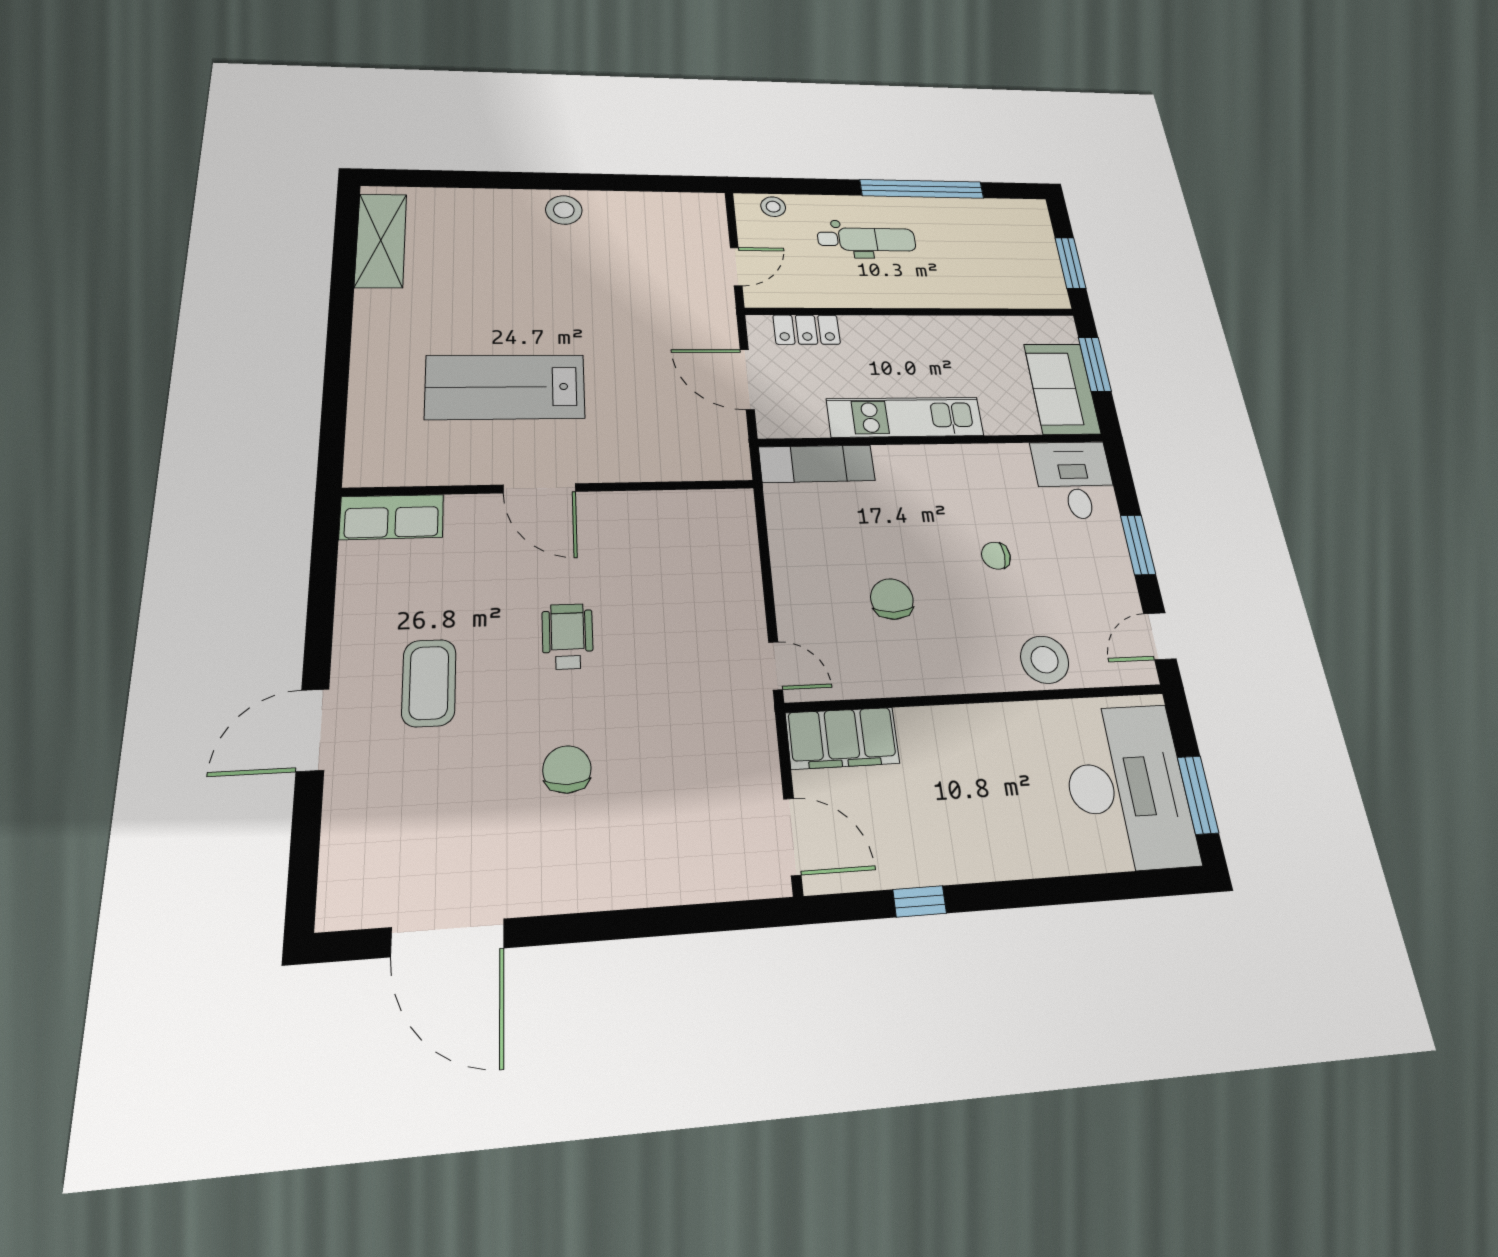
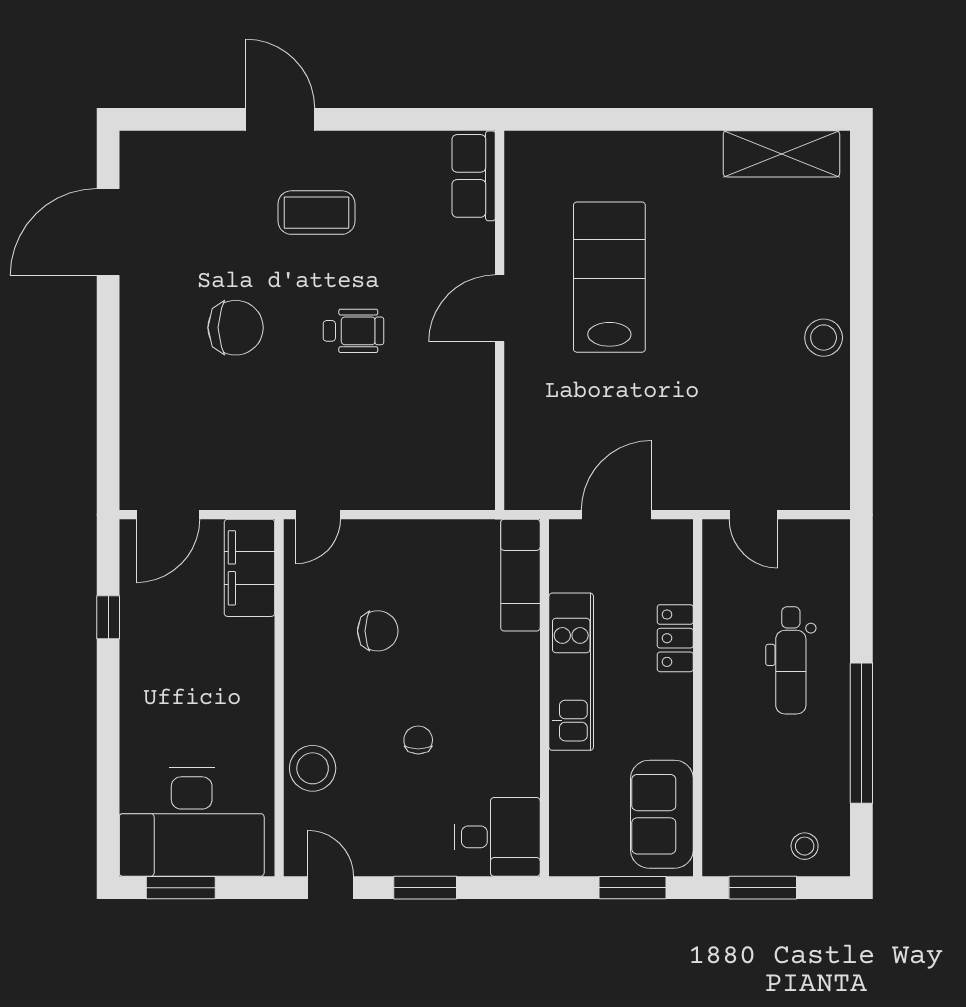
stool: (773, 207) -> (805, 846), moved
locker: (807, 330) -> (675, 638), moved
sofa: (1062, 389) -> (662, 814), moved, turned -90
chair: (567, 769) -> (236, 328), width x1.37, depth x1.37

